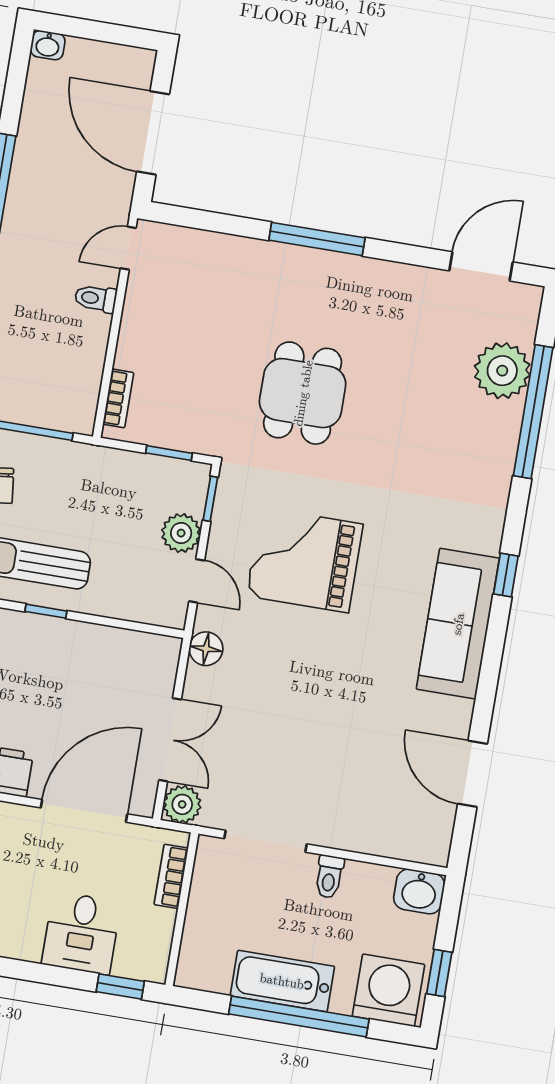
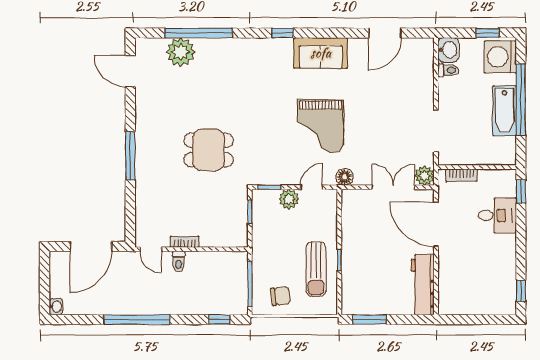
bookcase: (118, 398) -> (185, 242), moved
grand piano: (305, 560) -> (321, 126), moved
sofa: (458, 624) -> (321, 53), width x0.73
toilet: (329, 877) -> (448, 70), moved

